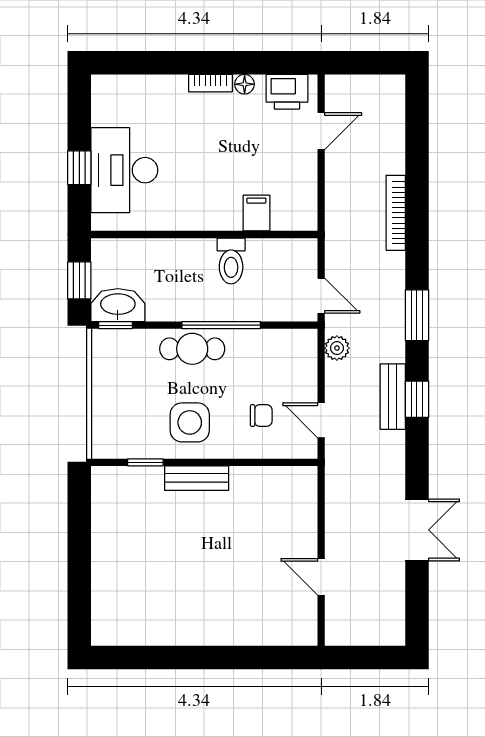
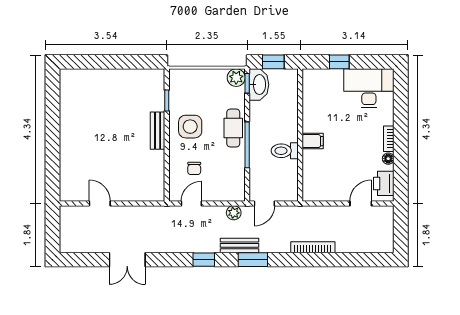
door: (321, 131) -> (361, 203), swing flipped
desk: (124, 170) -> (369, 88), moved
filing cabinet: (256, 213) -> (313, 141), moved
plant: (106, 344) -> (236, 78), added
bench: (393, 397) -> (240, 245), moved
door: (321, 577) -> (100, 203), hinge flipped

